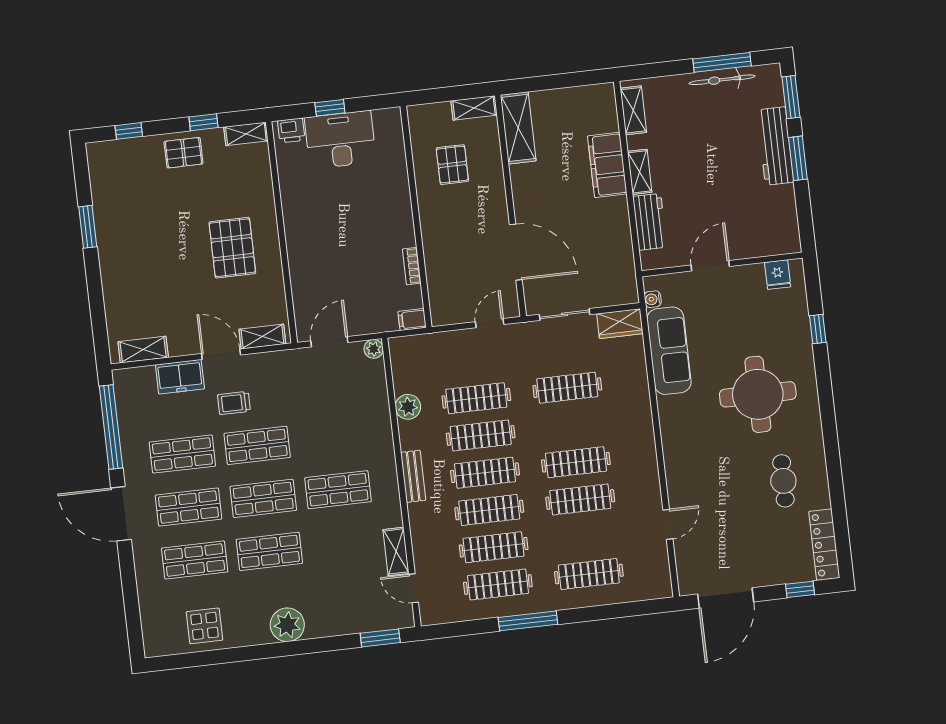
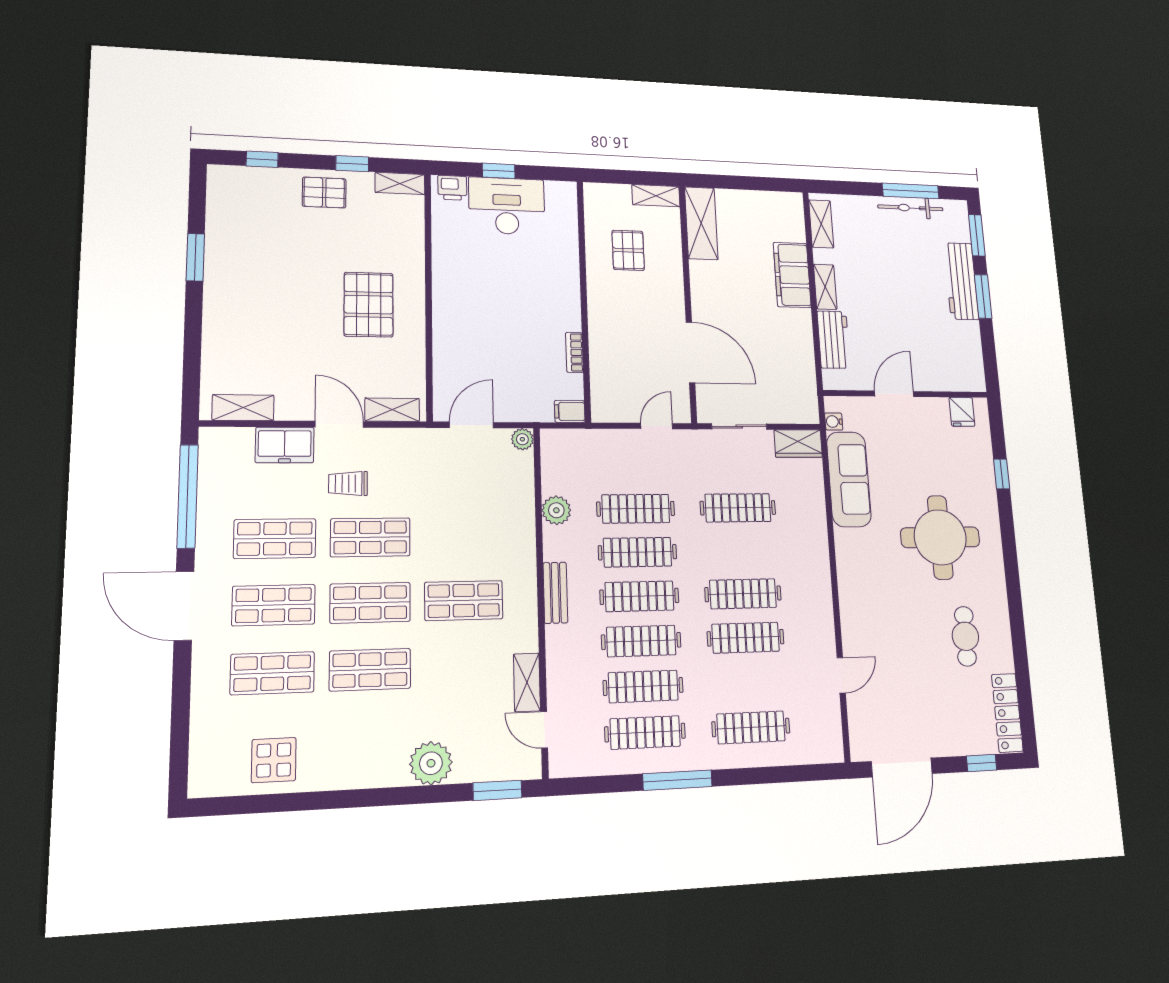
plant: (287, 625) -> (431, 763), moved

